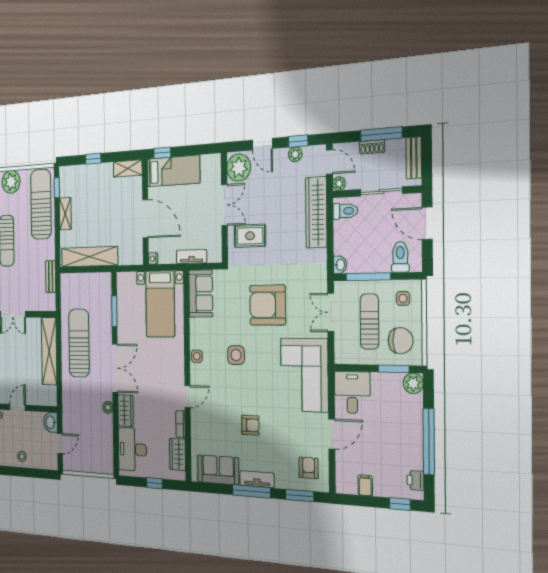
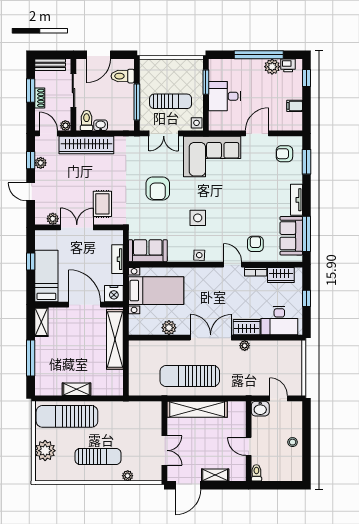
window: (381, 134) -> (31, 90), width x0.69
door: (262, 144) -> (31, 192), swing flipped
window: (162, 153) -> (31, 262), moved
window: (93, 159) -> (31, 358), width x2.17
door: (329, 162) -> (48, 133), hinge flipped
plant: (239, 168) -> (53, 219), width x0.53, depth x0.53
window: (57, 188) -> (53, 398), removed
door: (145, 219) -> (85, 305), hinge flipped
shelving: (89, 257) -> (115, 339), moved
nightstand: (153, 259) -> (114, 294), width x1.89, depth x1.79
washbasin: (340, 265) -> (101, 125), moved
bench: (51, 277) -> (131, 407), removed
side table: (403, 298) -> (197, 123), moved
armchair: (268, 305) -> (158, 189), width x0.73, depth x0.73
window: (114, 311) -> (162, 338), removed
plant: (124, 319) -> (169, 328), added
sun lounger: (369, 321) -> (171, 101), turned 180
chair: (401, 341) -> (185, 76), removed
plant: (413, 383) -> (272, 67), moved
desk: (352, 392) -> (224, 96), moved
armchair: (250, 425) -> (255, 244), moved
door: (332, 434) -> (257, 133), hinge flipped
window: (251, 491) -> (307, 234), moved

